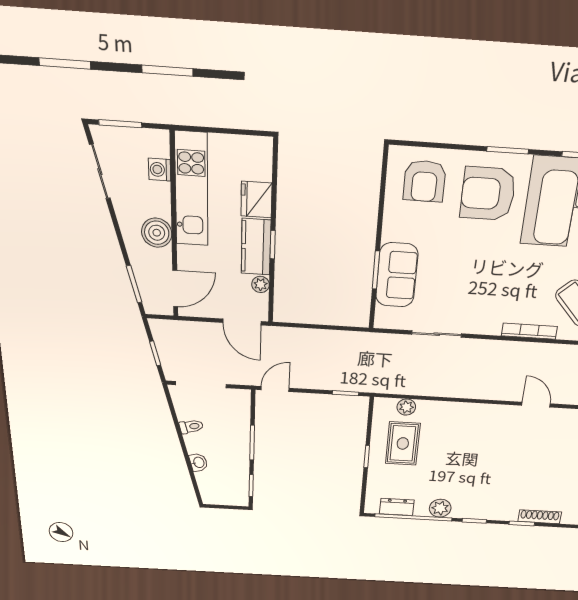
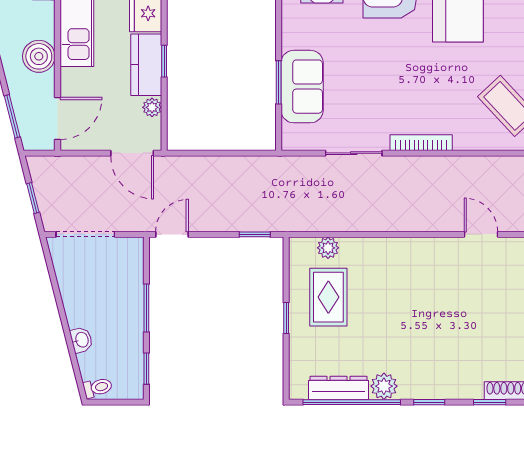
bookcase: (529, 331) -> (421, 143), moved
toilet: (191, 427) -> (98, 388), moved
dresser: (397, 507) -> (339, 388), width x1.44

